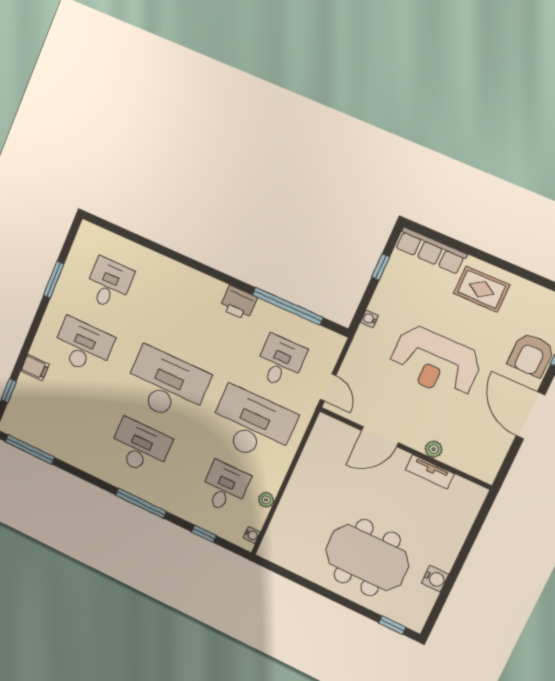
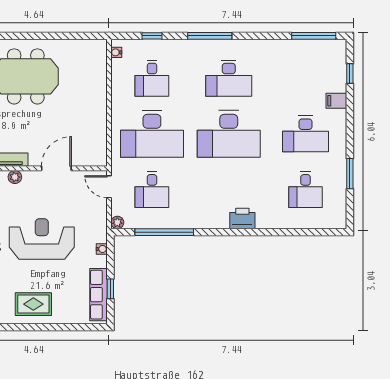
row of seats: (431, 251) -> (98, 295), moved, turned -90
printer: (238, 303) -> (242, 218), moved
plant: (266, 500) -> (117, 222), moved

